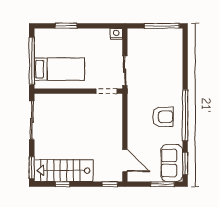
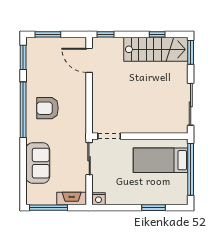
fireplace: (141, 34) -> (72, 199), added
sofa: (172, 163) -> (38, 163), moved

